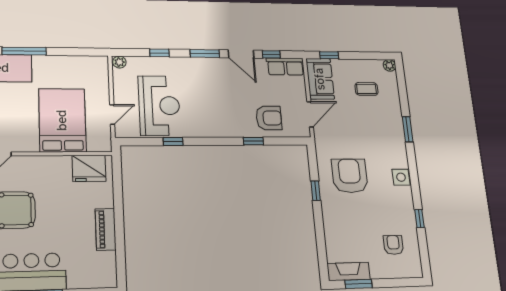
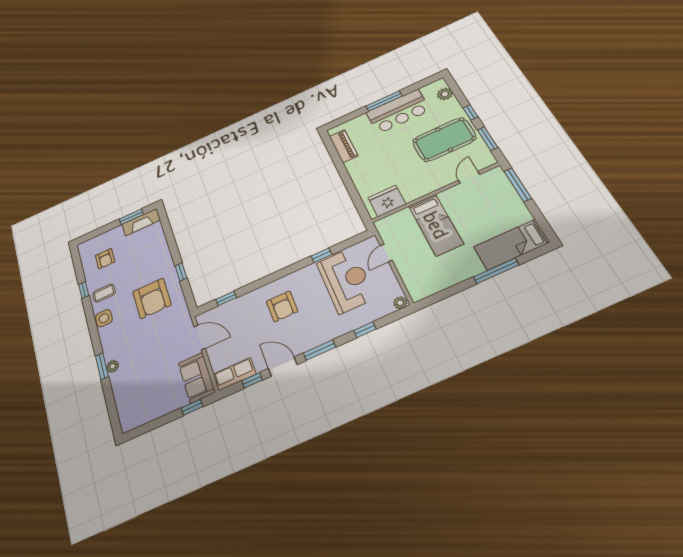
plant: (389, 65) -> (113, 366), moved
coffee table: (366, 89) -> (104, 293), moved
reception desk: (159, 106) -> (346, 280), turned 180
door: (310, 114) -> (200, 337), swing flipped
armchair: (269, 118) -> (282, 306), moved, turned -90
bed: (62, 120) -> (436, 225), width x0.67
window: (253, 141) -> (226, 298), moved
piano: (106, 229) -> (344, 146), moved

